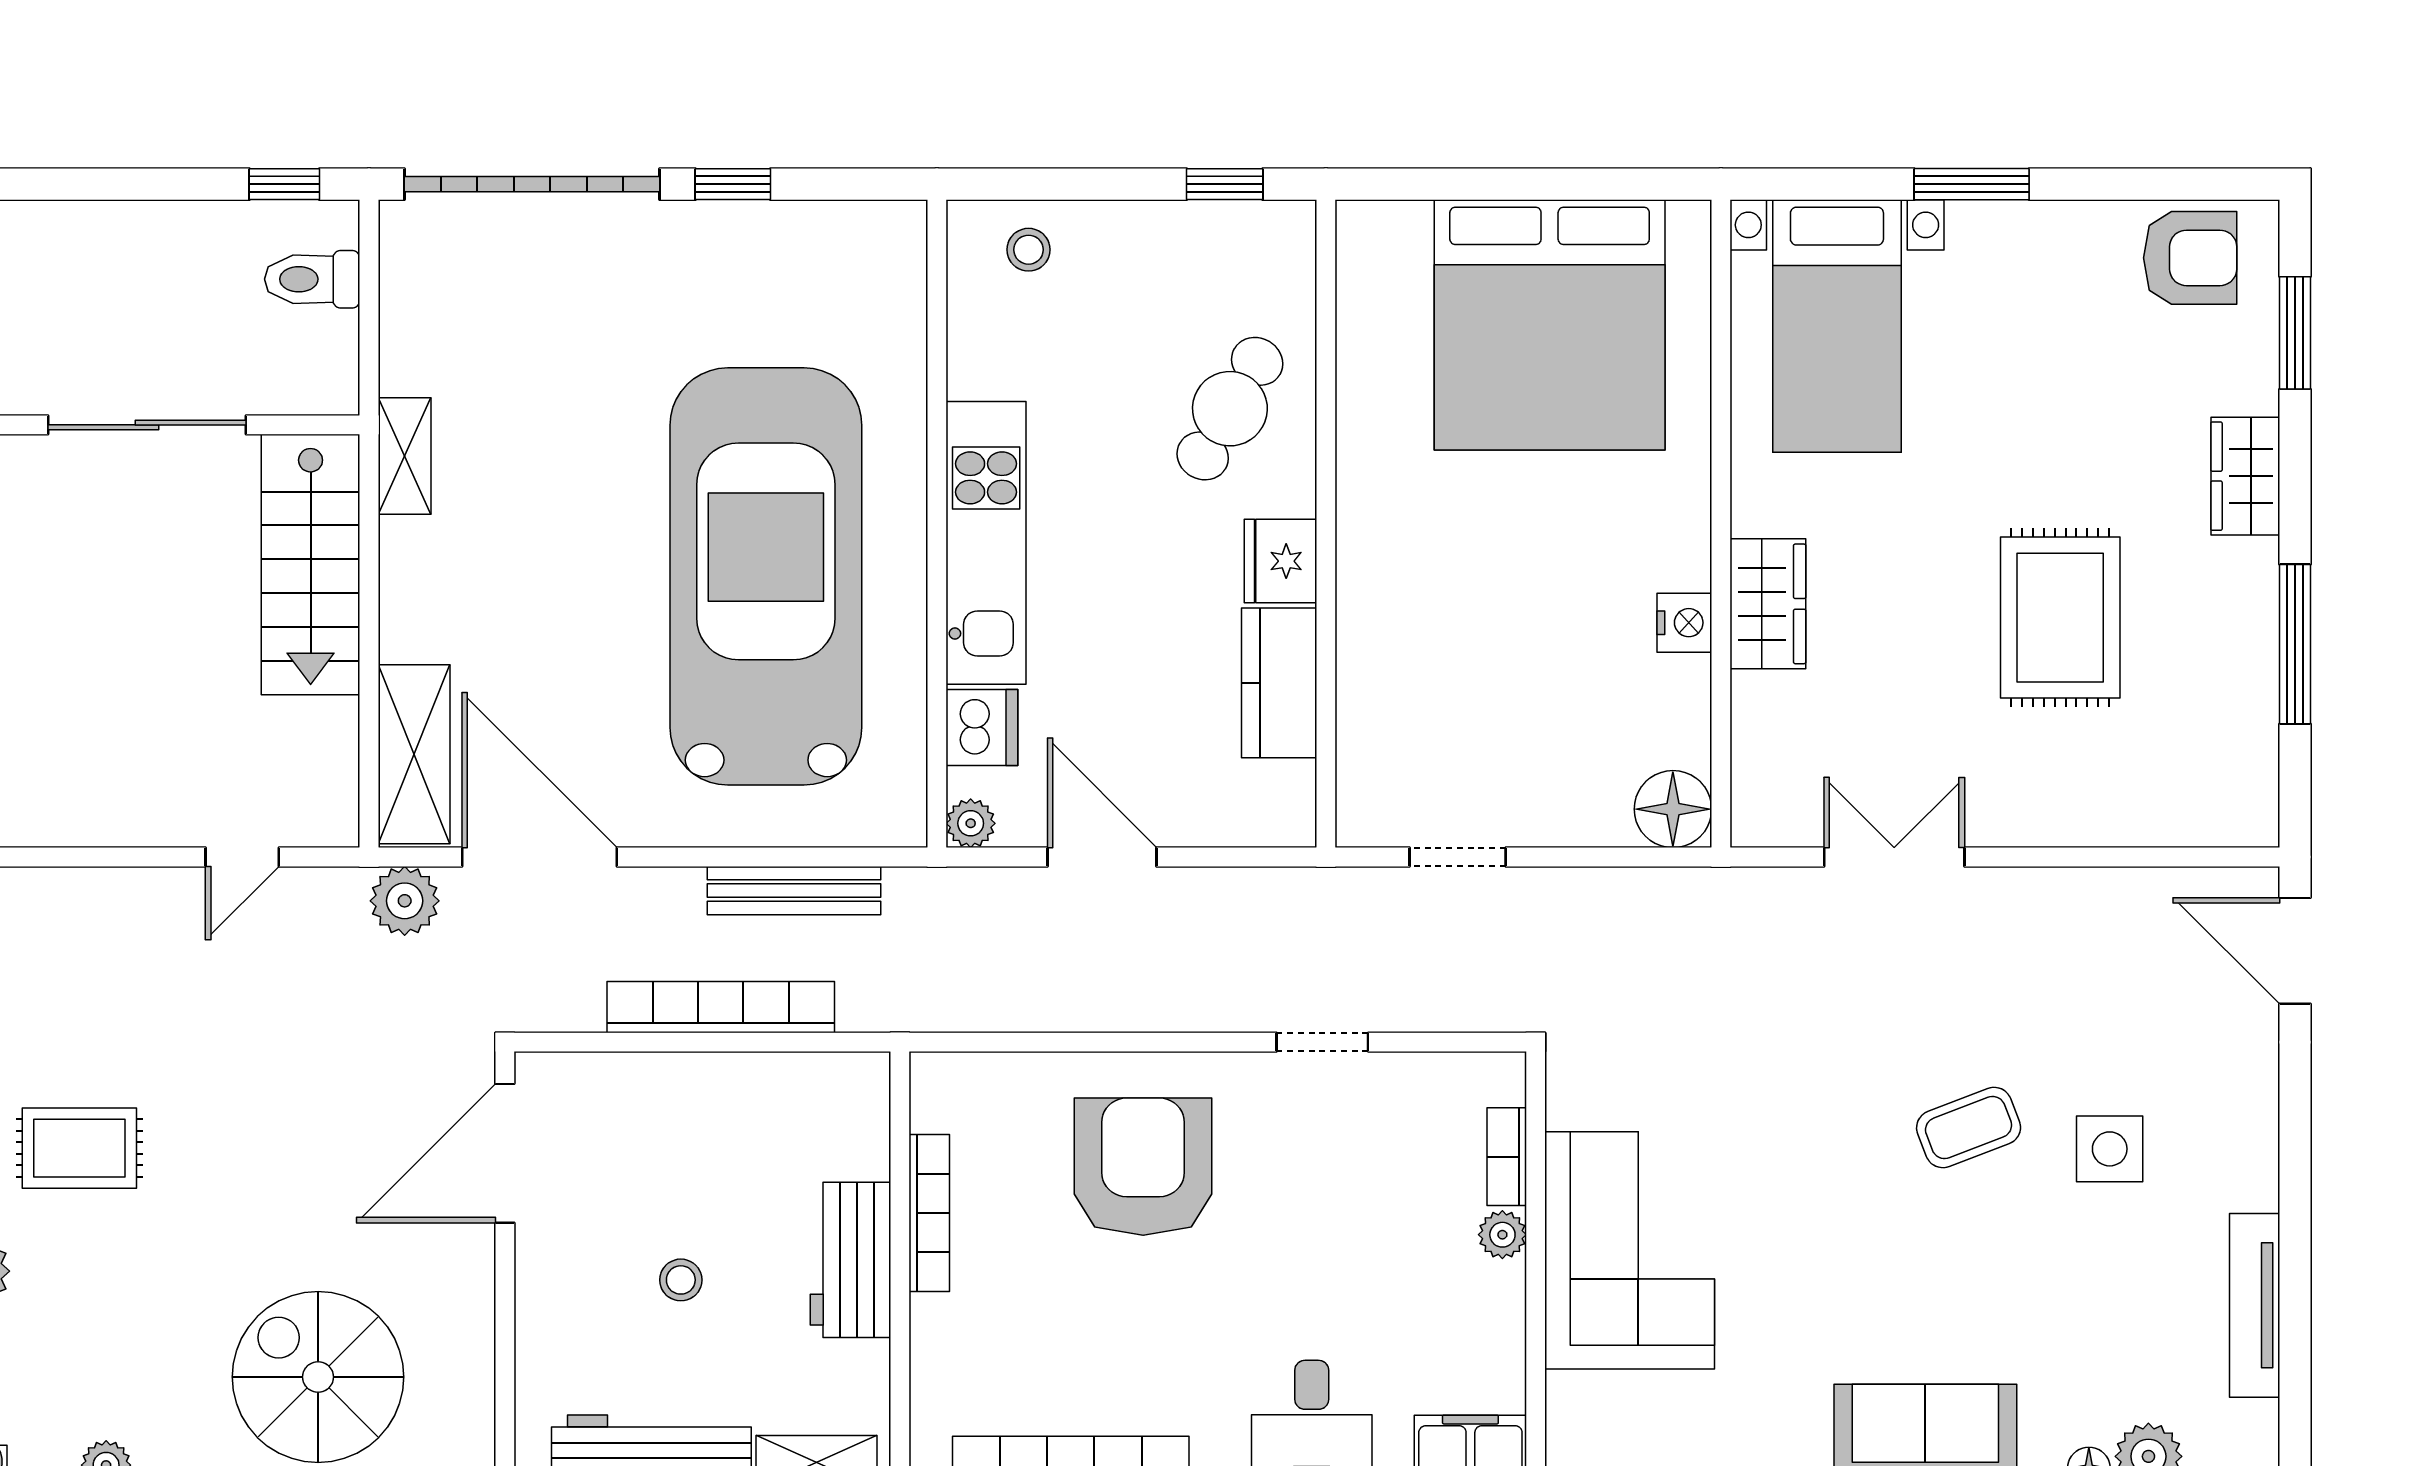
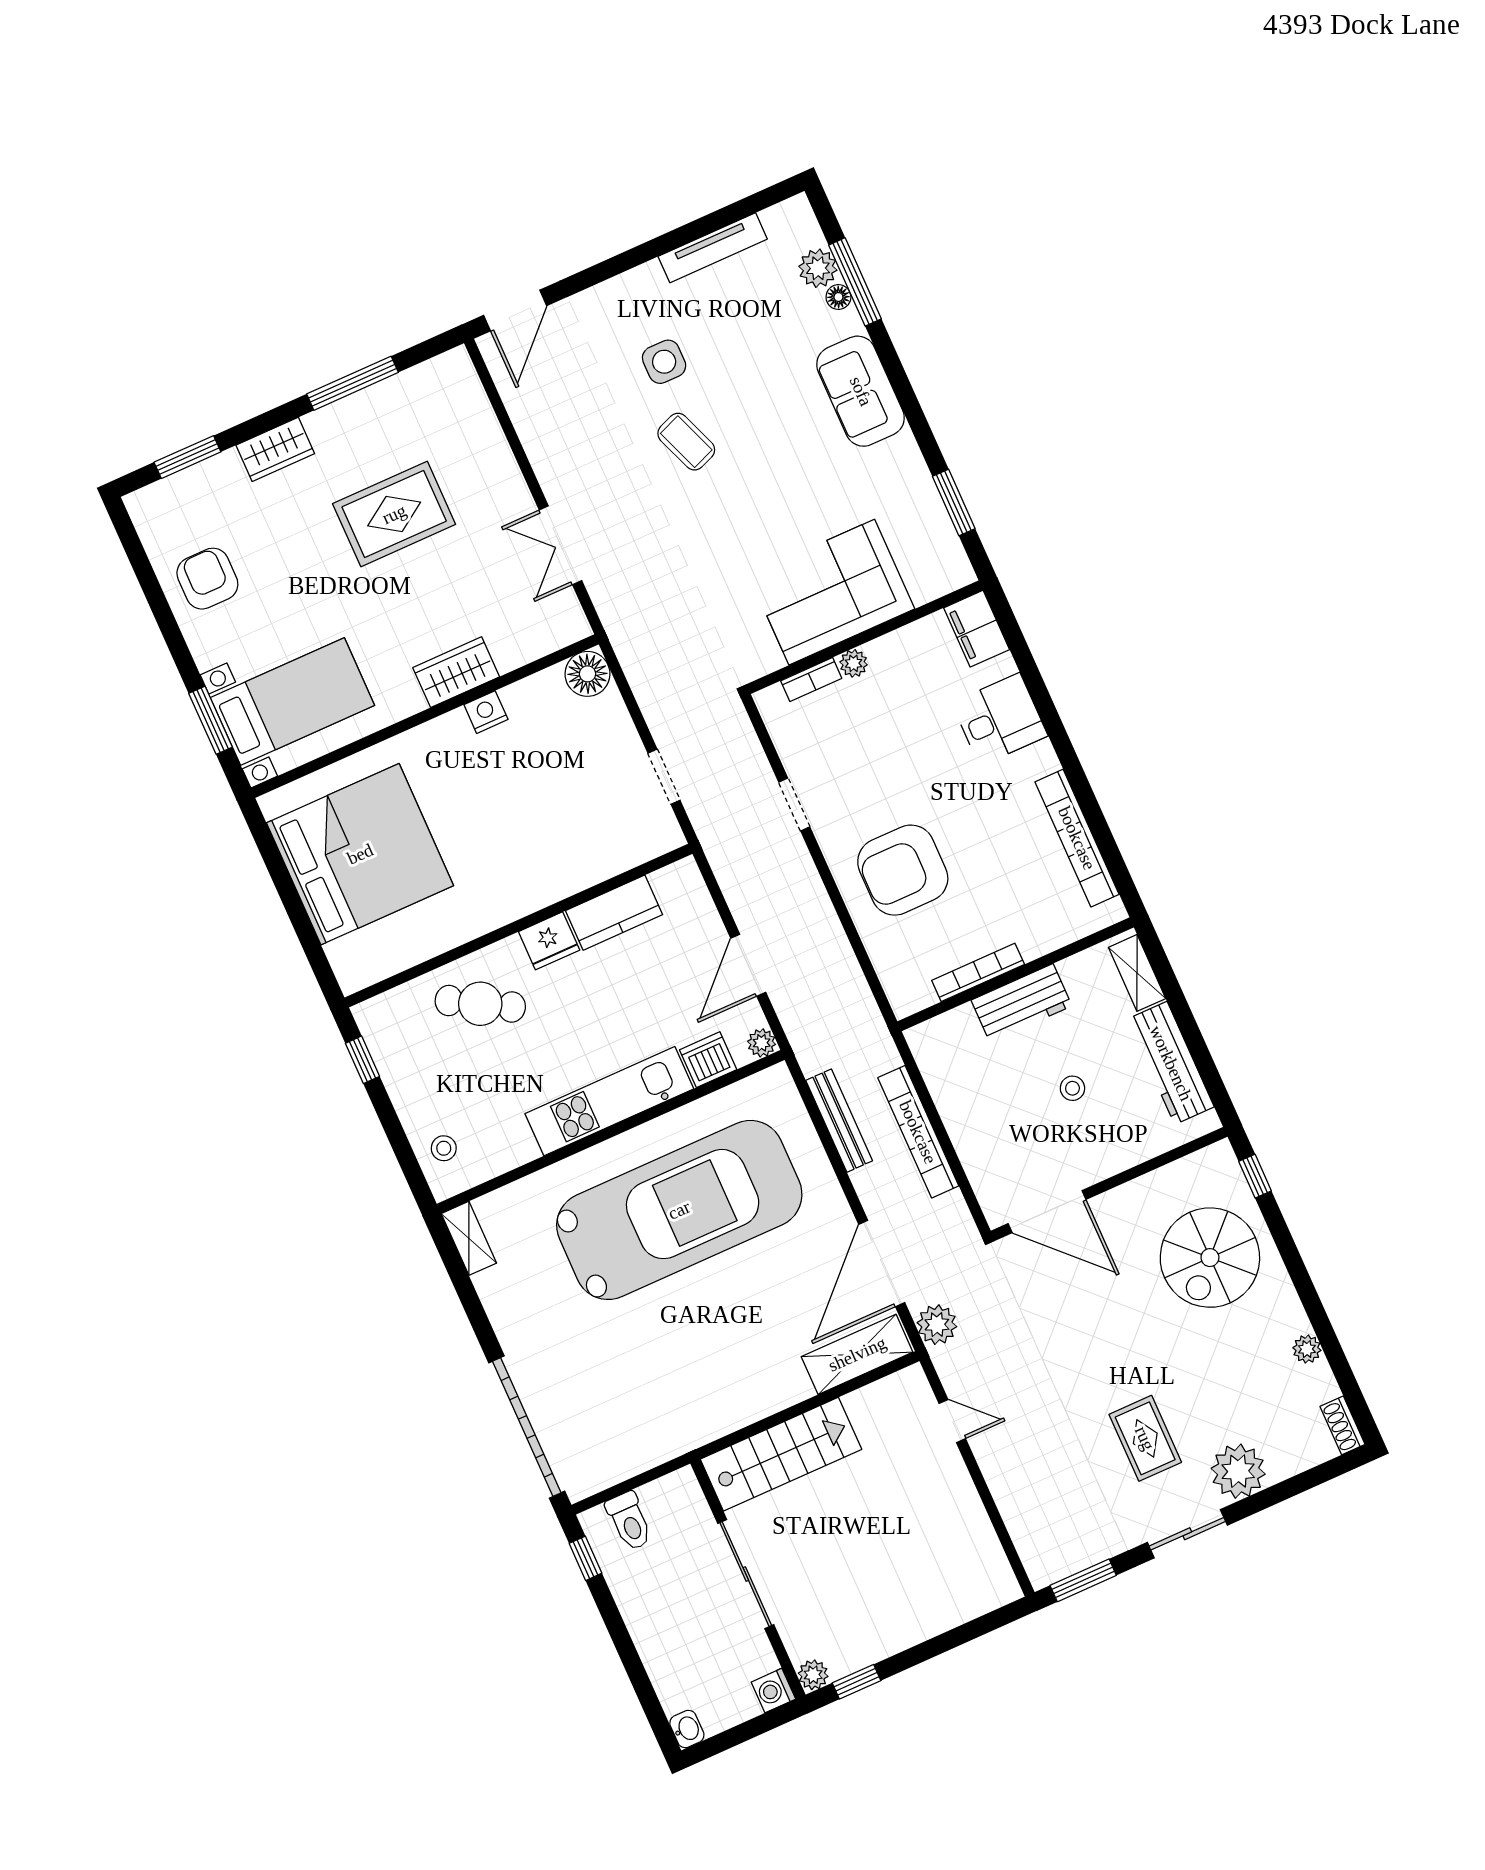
window: (733, 184) -> (479, 1321), removed
window: (1972, 184) -> (211, 720), moved
armchair: (2190, 258) -> (207, 579), moved
shelving: (405, 456) -> (469, 1238), moved, turned 90
car: (766, 576) -> (679, 1210), turned 180

